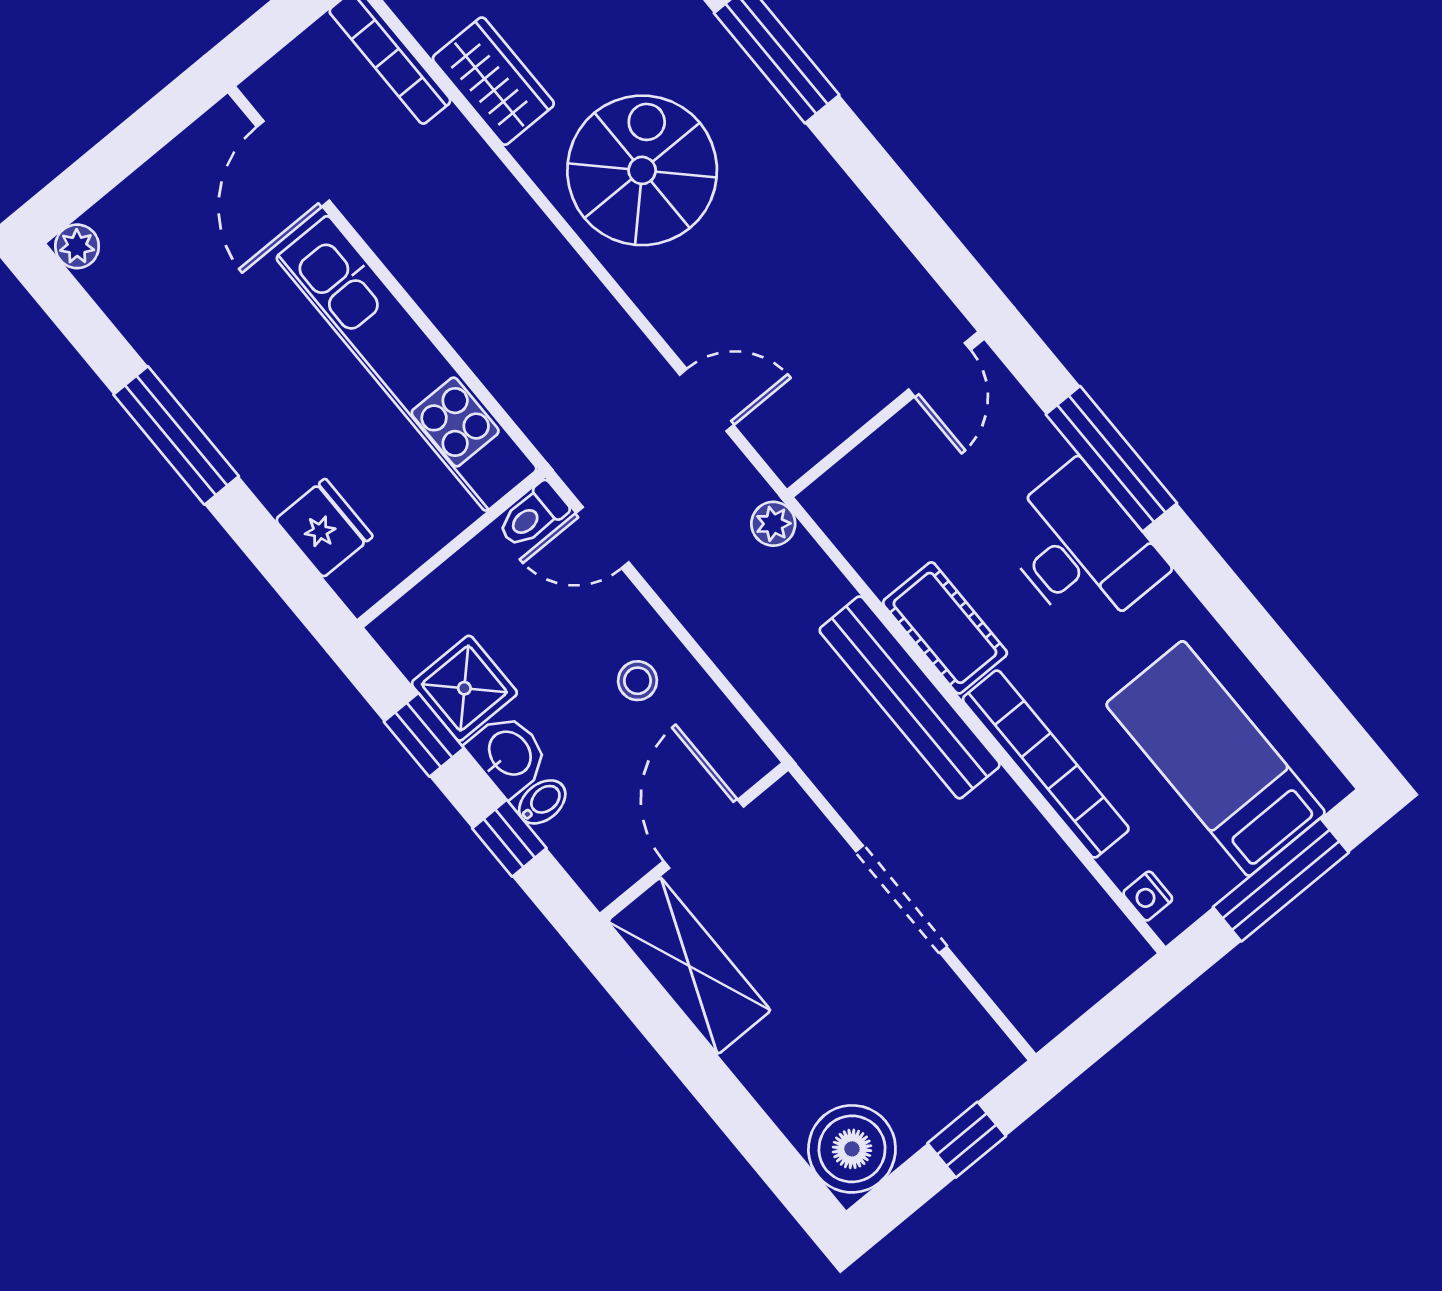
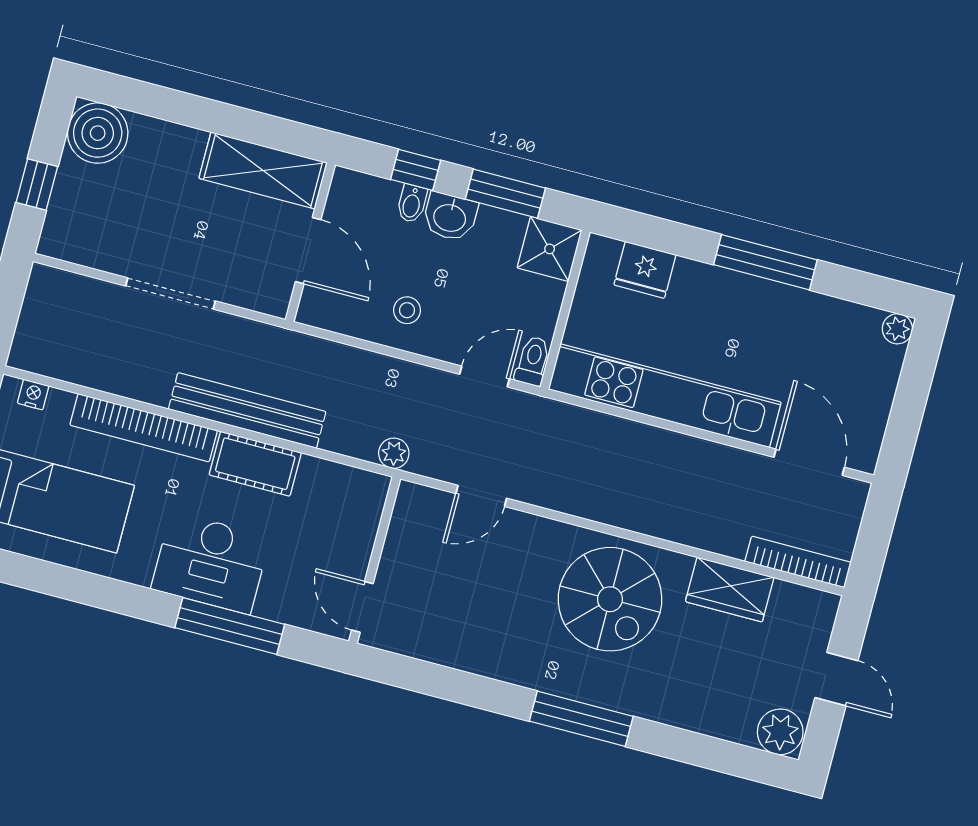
shower: (464, 688) -> (550, 249), moved
window: (424, 735) -> (505, 194), width x1.50

